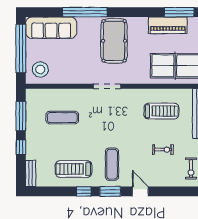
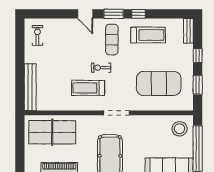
treadmill: (161, 111) -> (88, 88), moved
window: (21, 116) -> (198, 85), width x0.69
exercise mat: (62, 118) -> (159, 83), width x2.00, depth x1.45
exercise bike: (163, 150) -> (101, 68), moved

